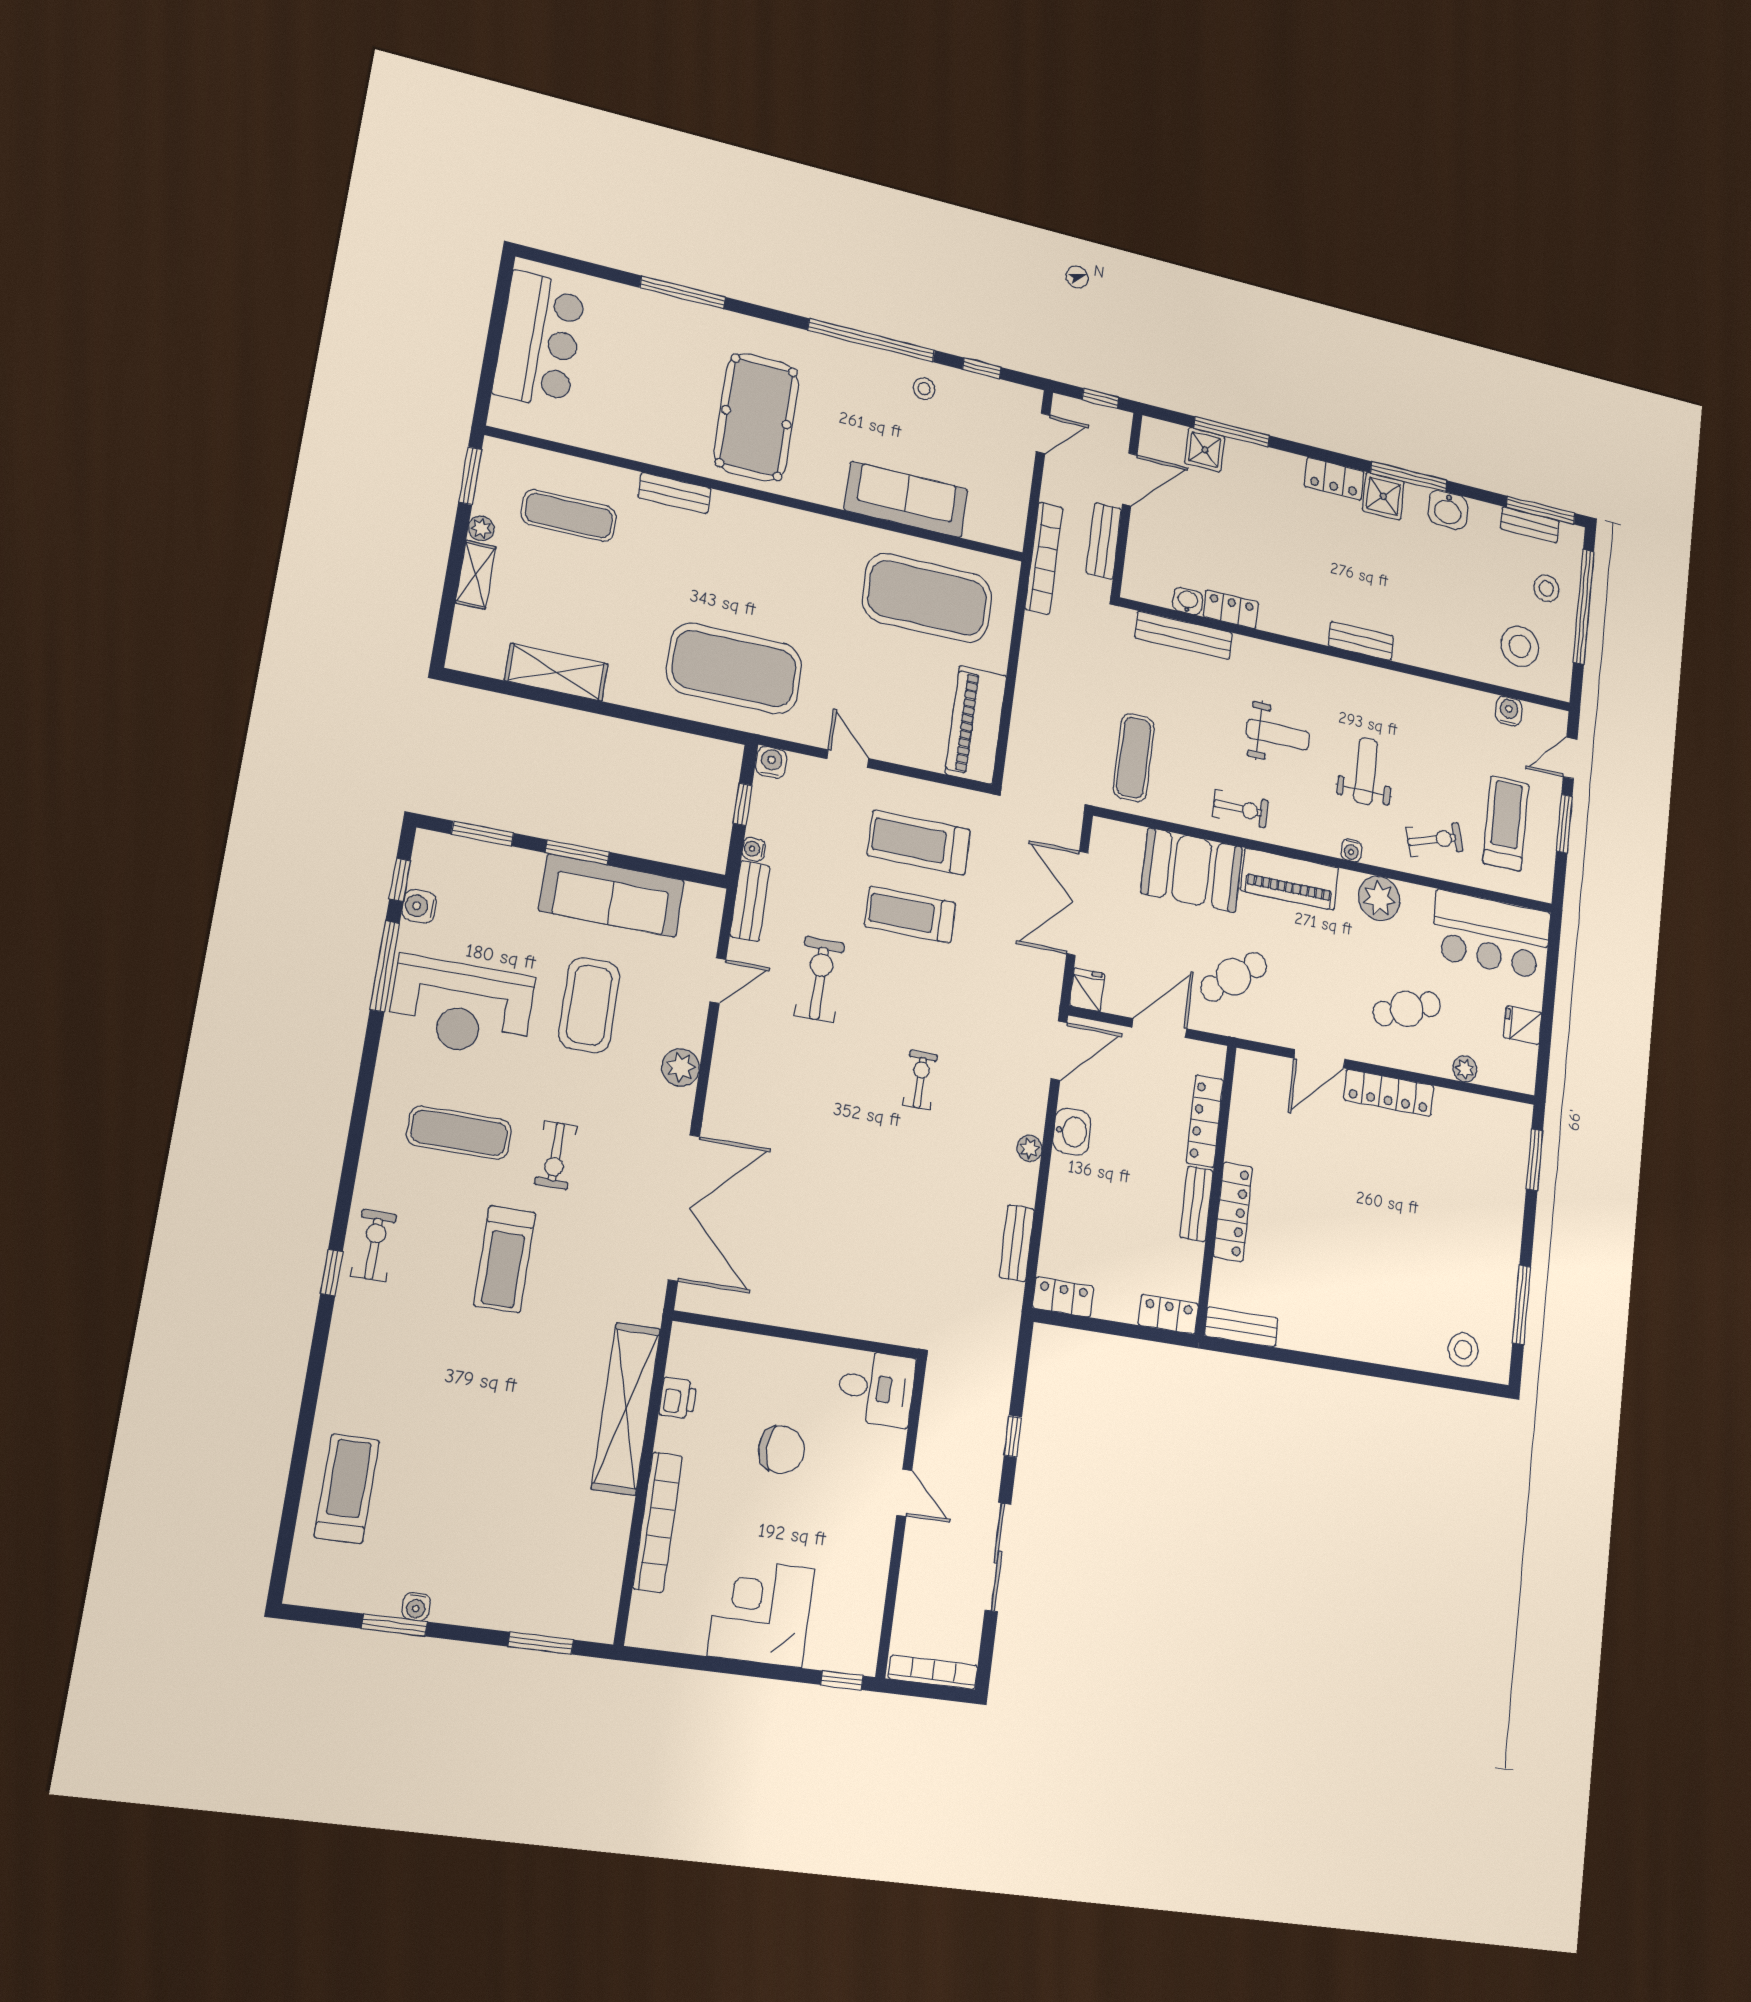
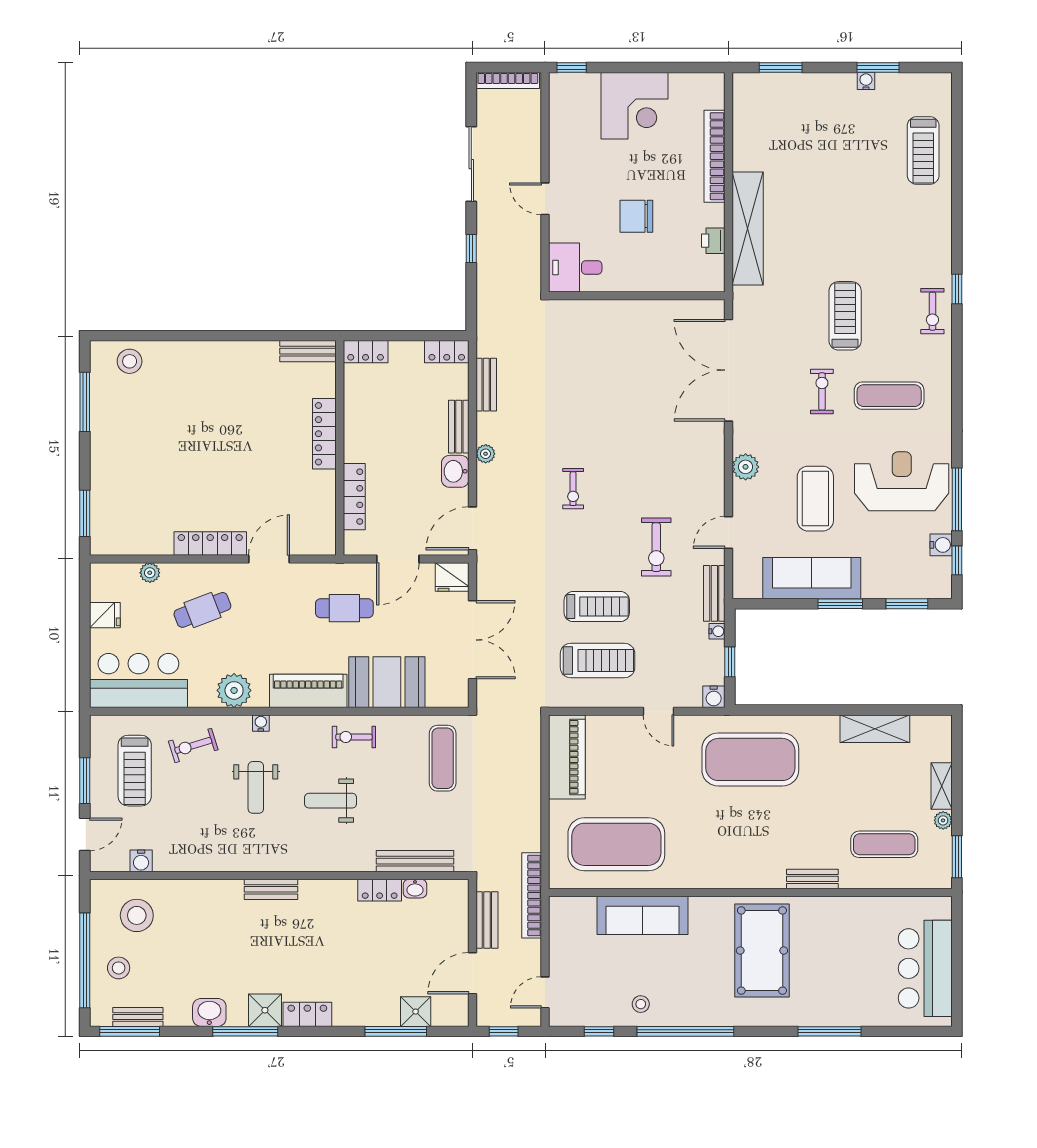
cafe table: (1234, 977) -> (344, 608), turned 37
fridge: (1087, 990) -> (452, 577), width x1.38
bench: (1196, 1204) -> (459, 427), moved

